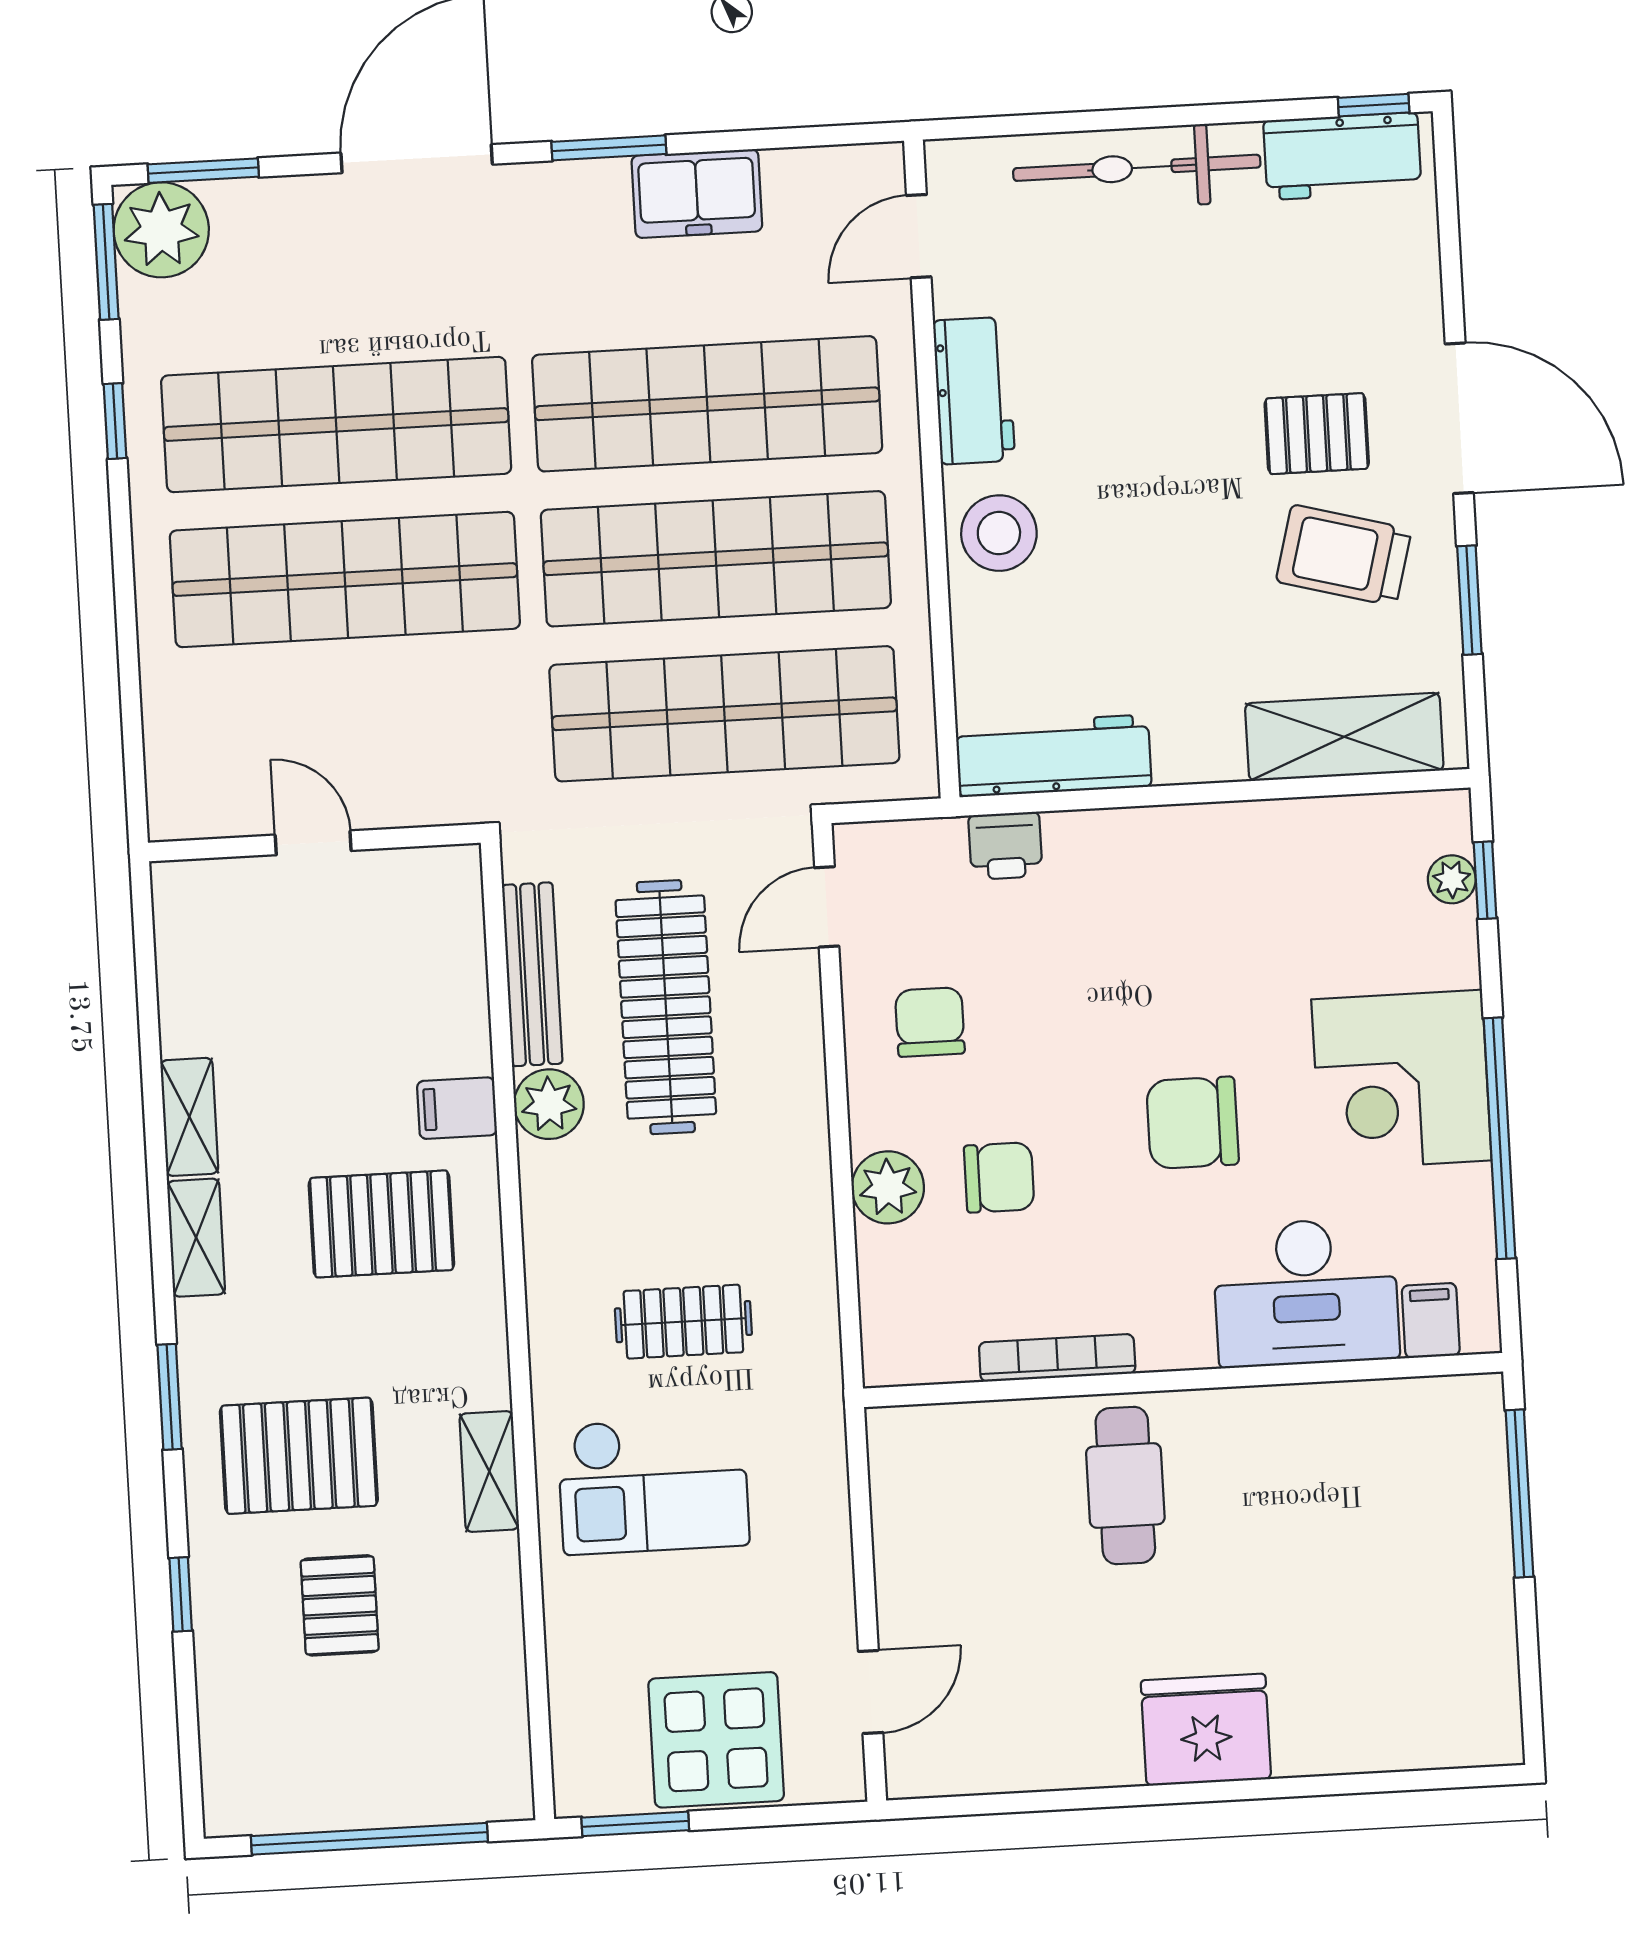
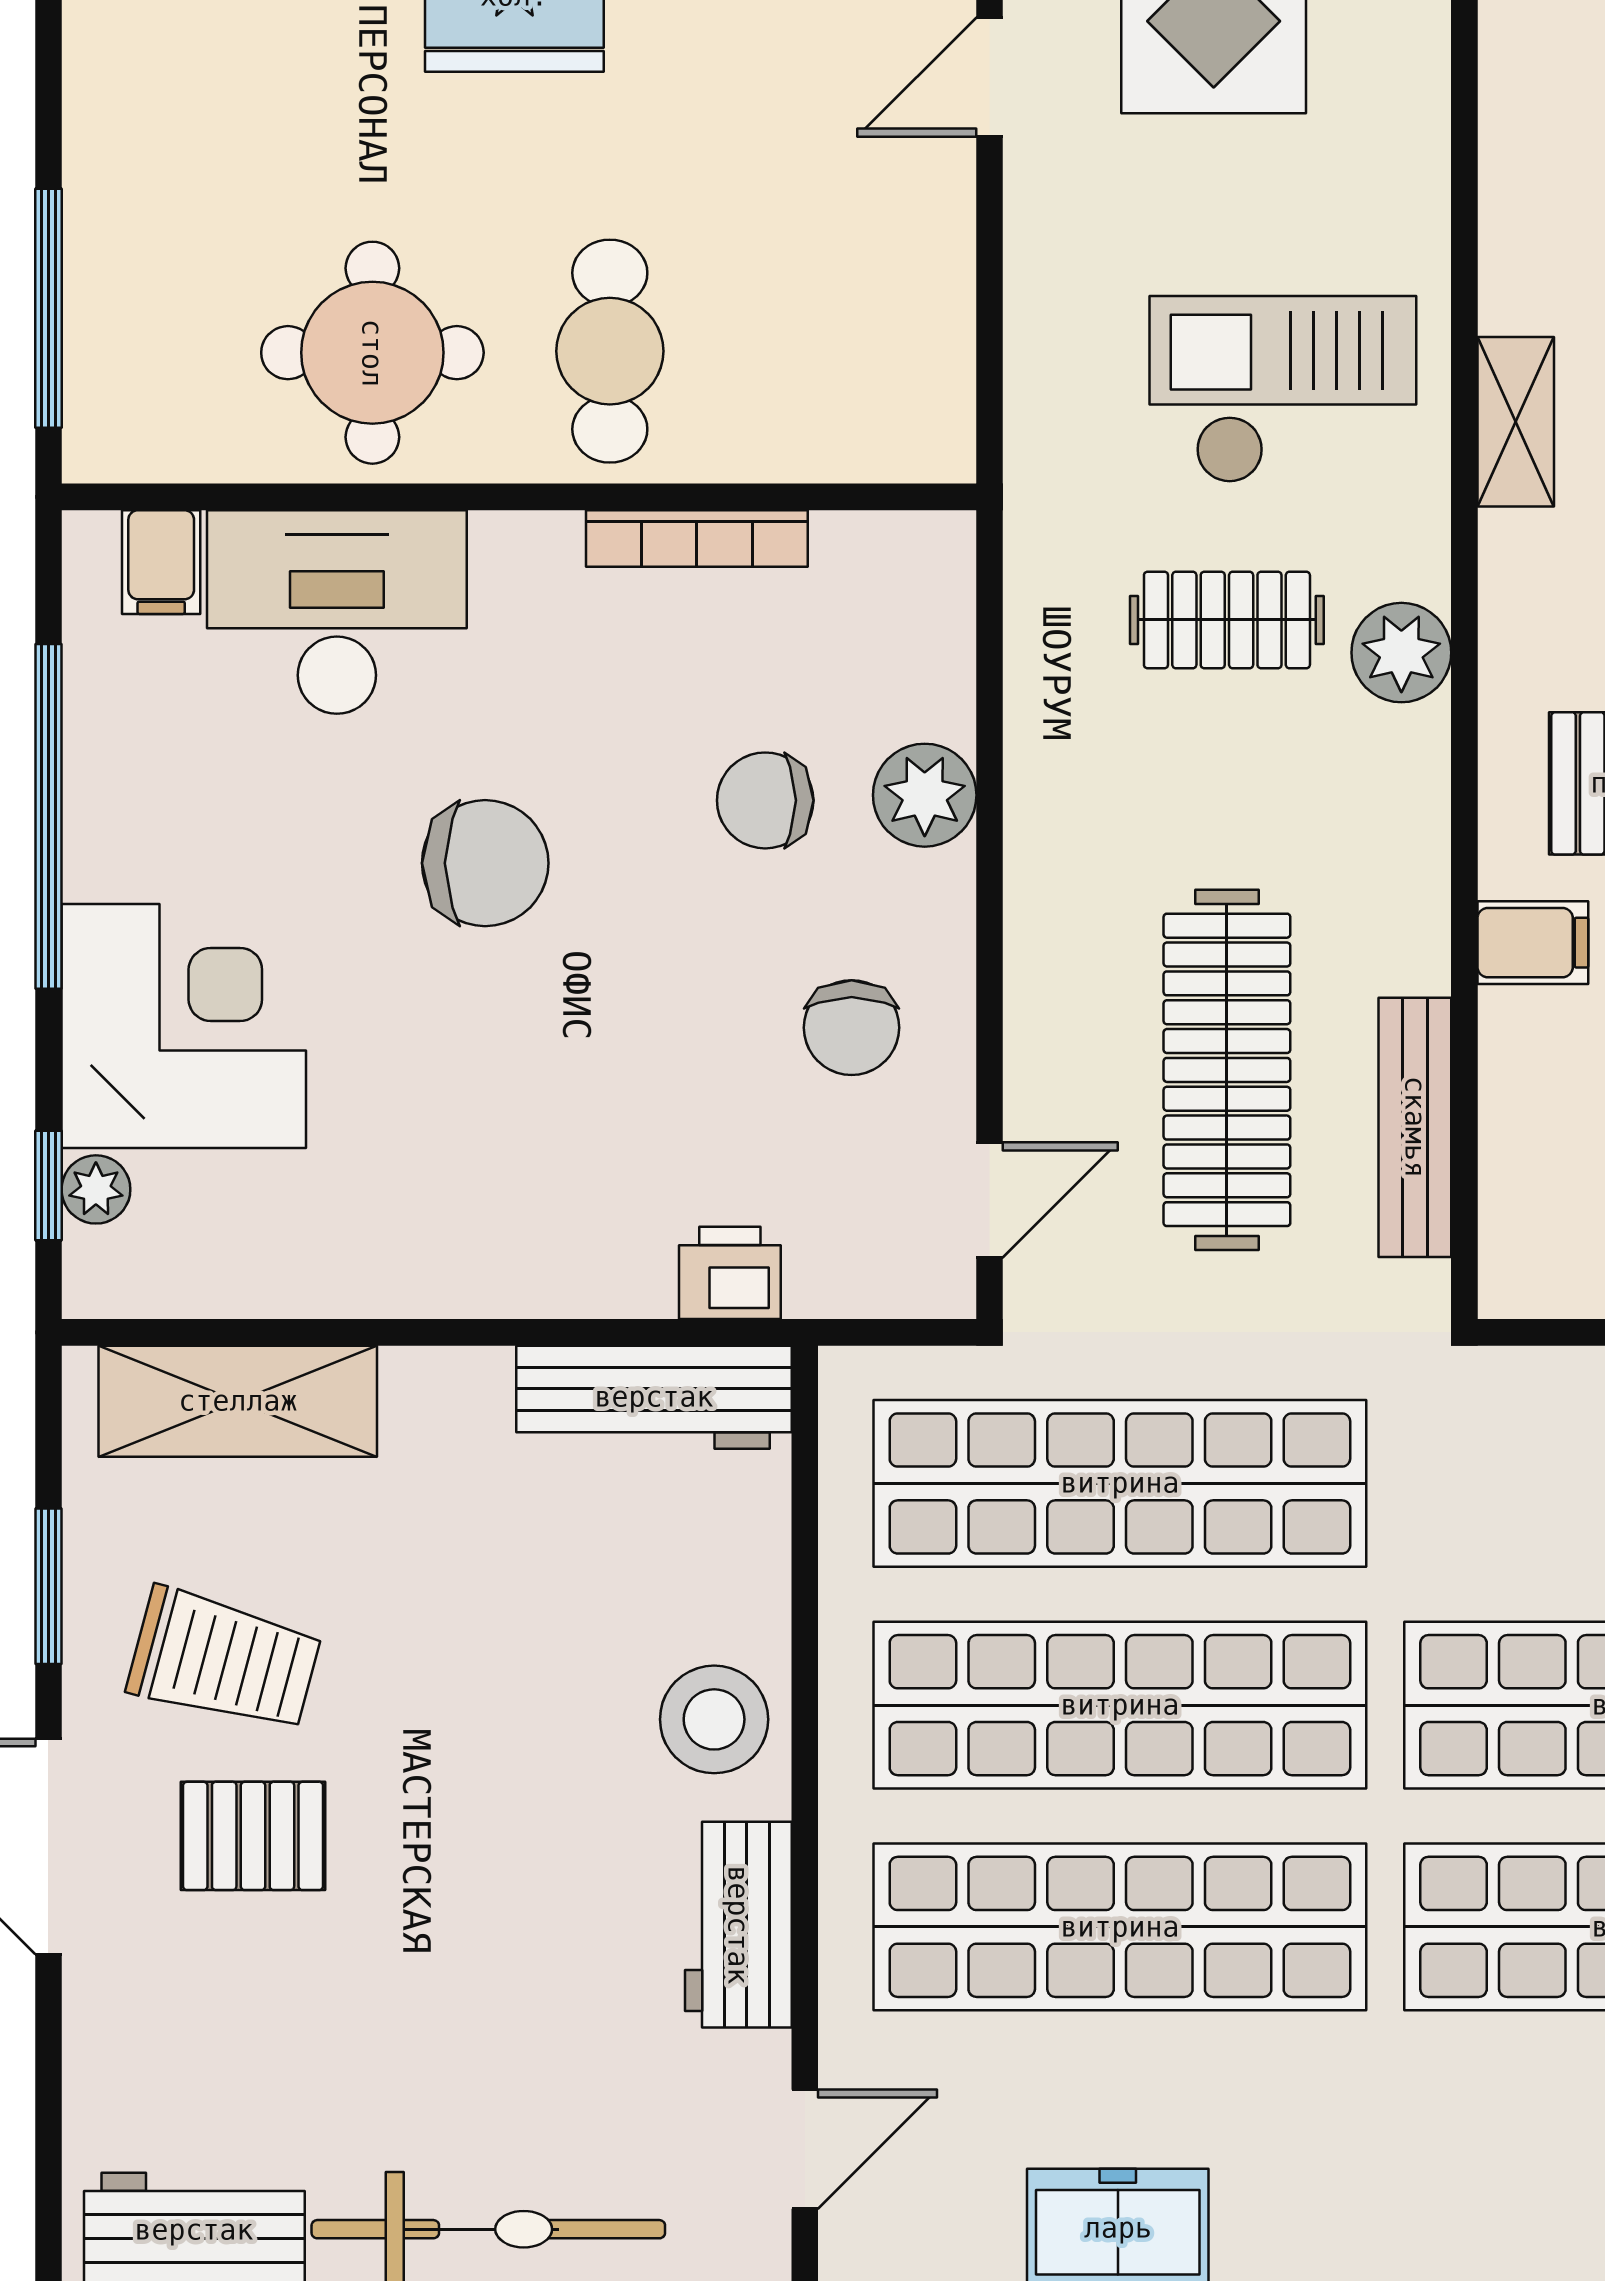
corner desk: (1401, 1080) -> (184, 1026), moved
plant: (549, 1104) -> (1401, 653), moved
round table: (1291, 1475) -> (372, 353), added

